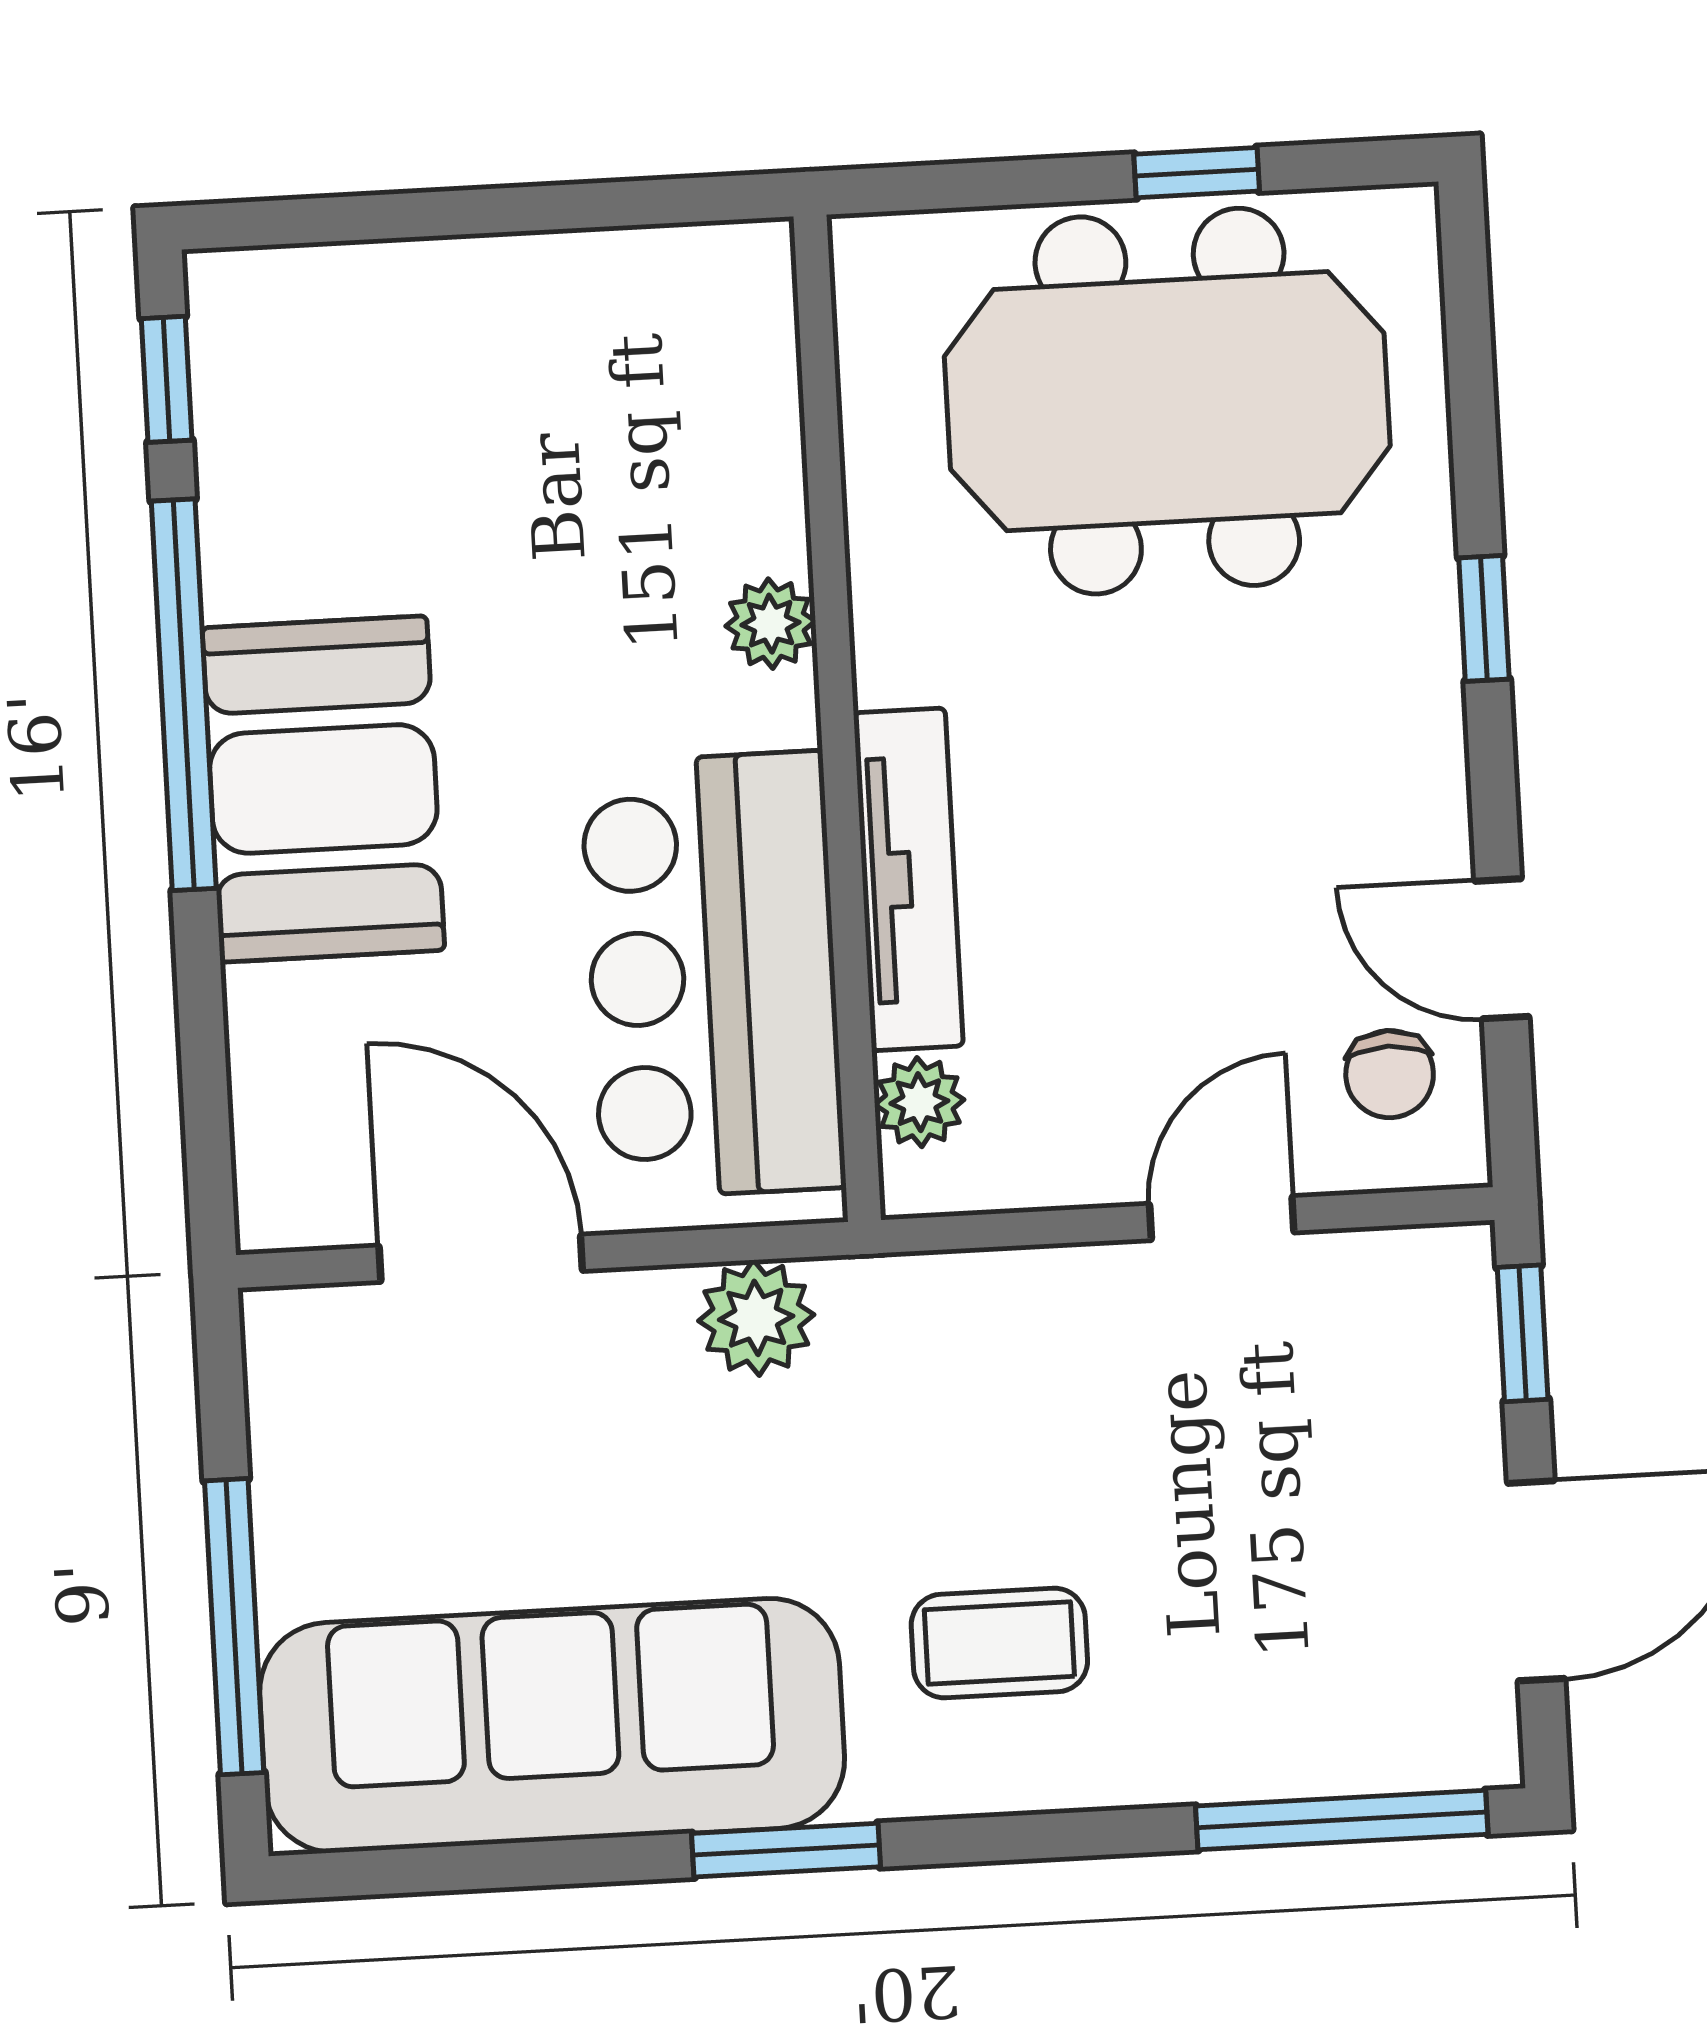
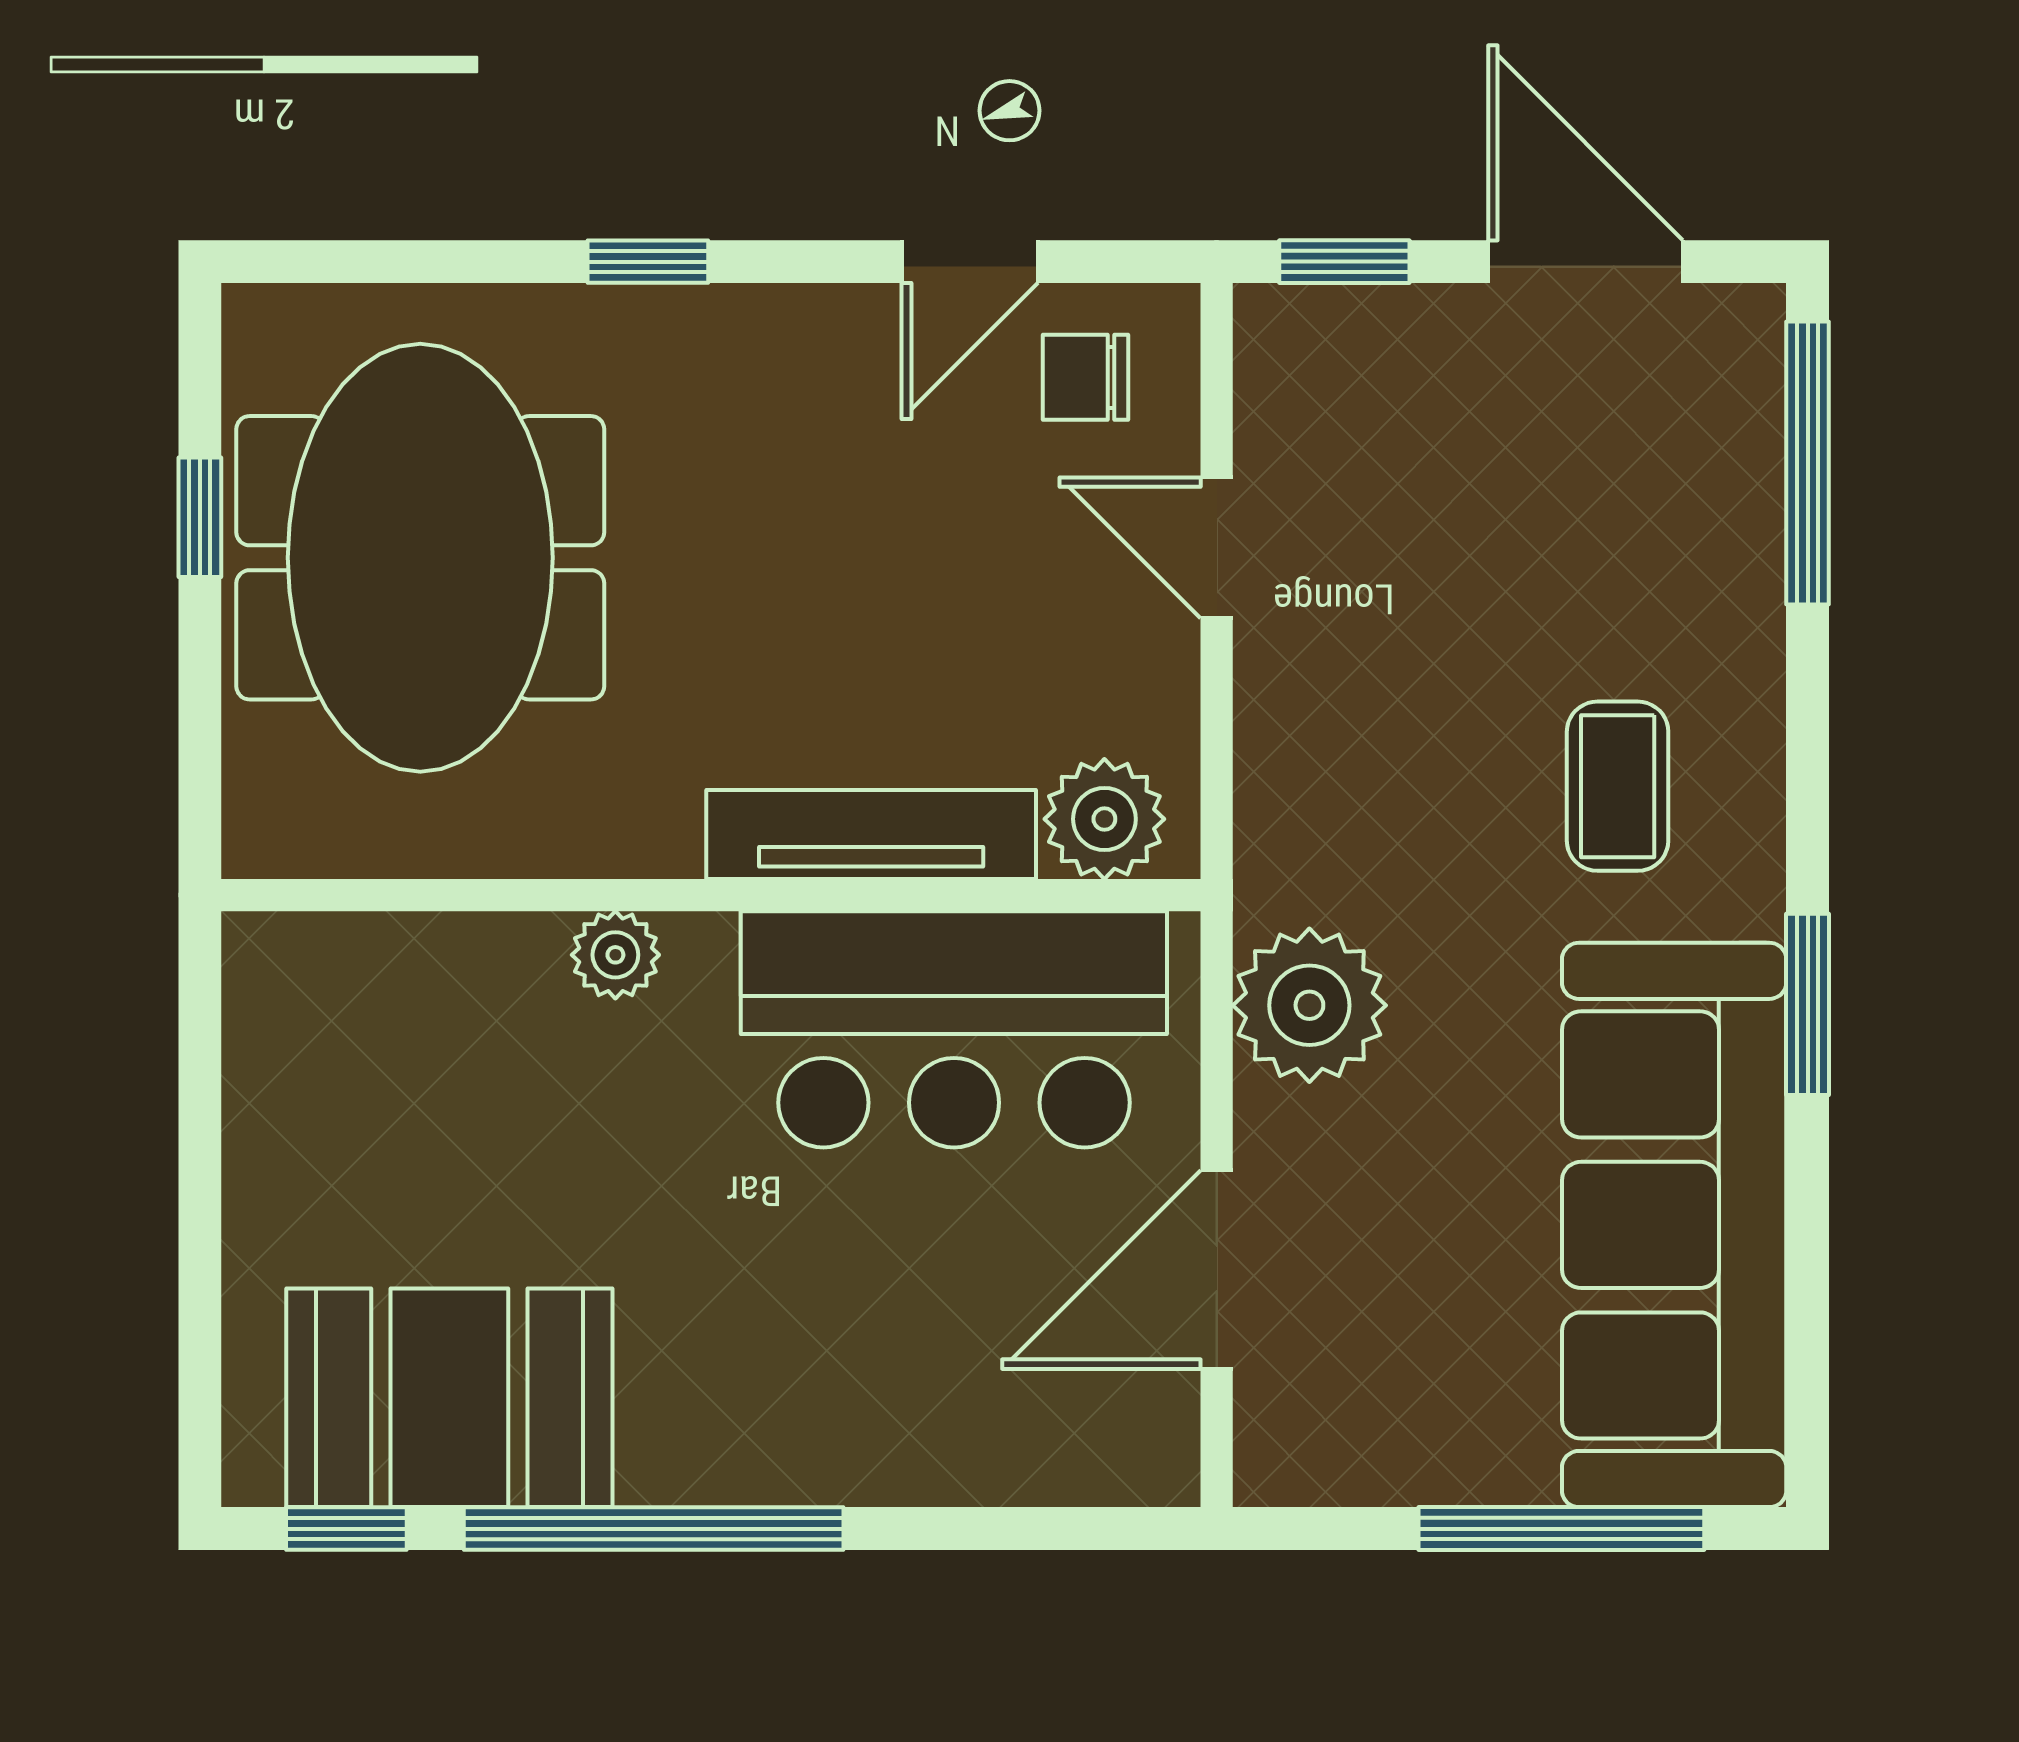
booth: (323, 789) -> (449, 1398), moved
chair: (1390, 1074) -> (1086, 377), turned 180
plant: (919, 1102) -> (1104, 819), width x1.38, depth x1.38
plant: (756, 1318) -> (1309, 1005), width x1.36, depth x1.36

